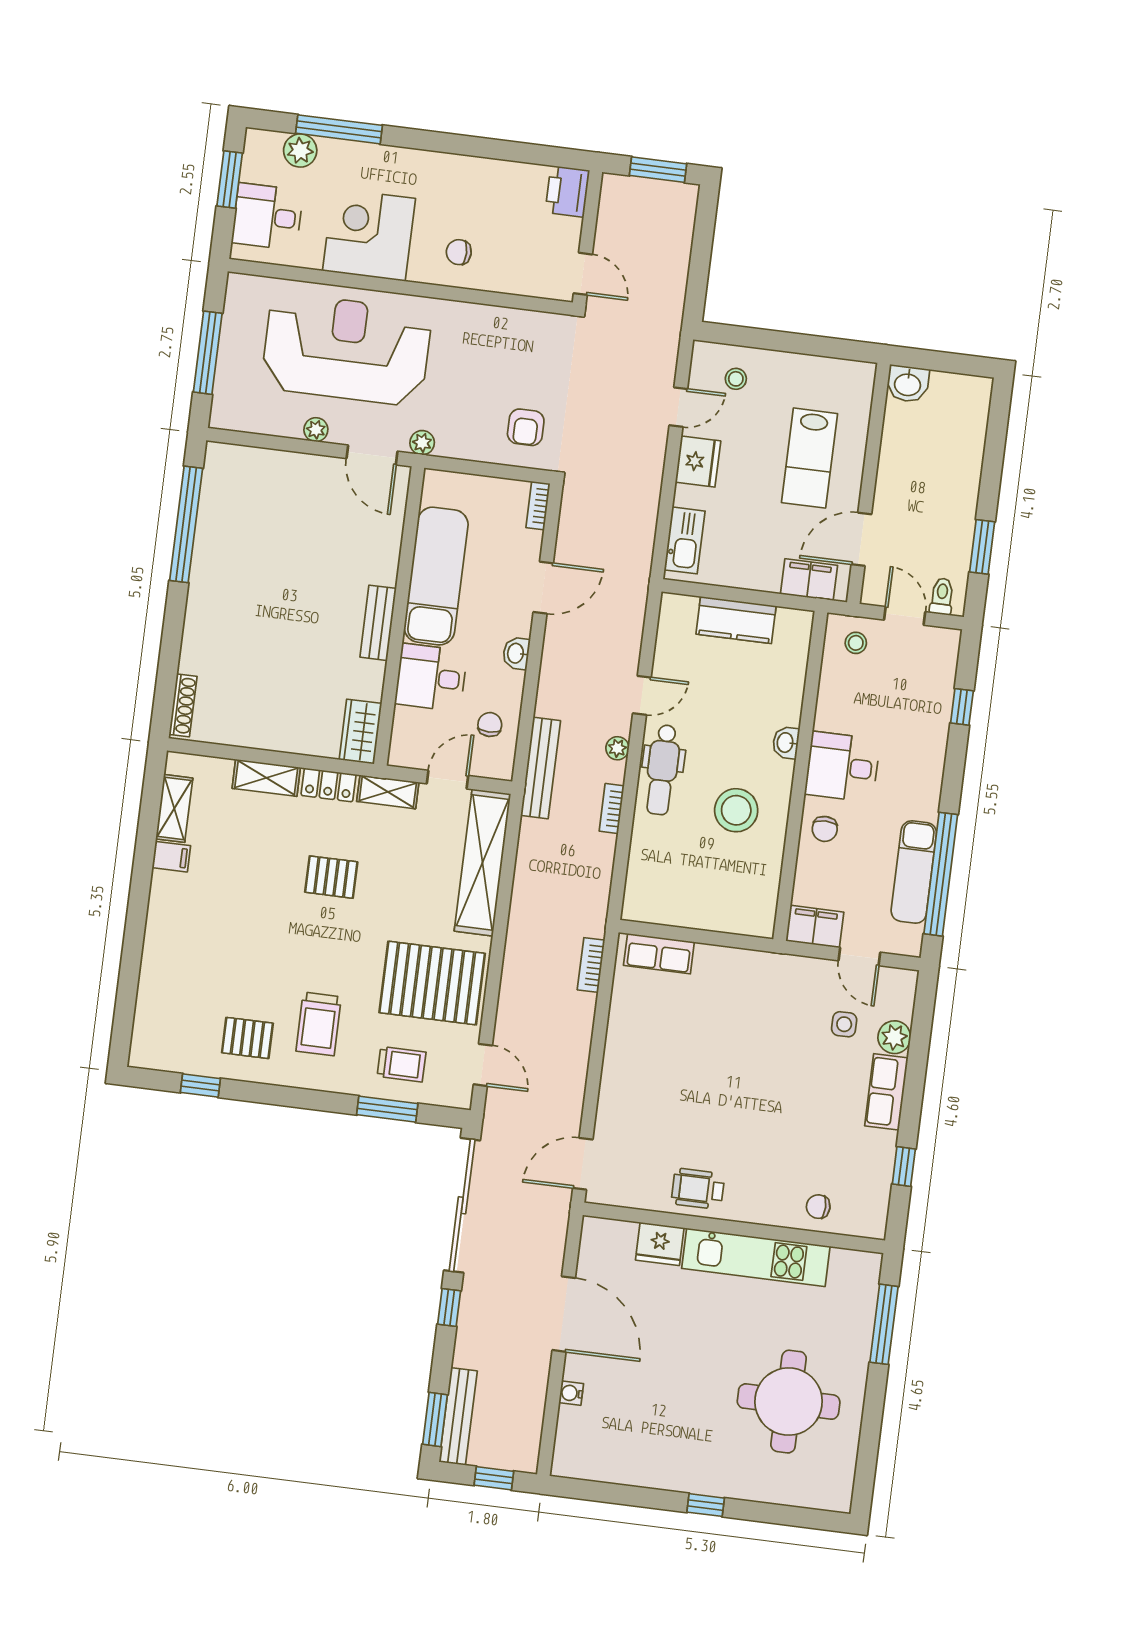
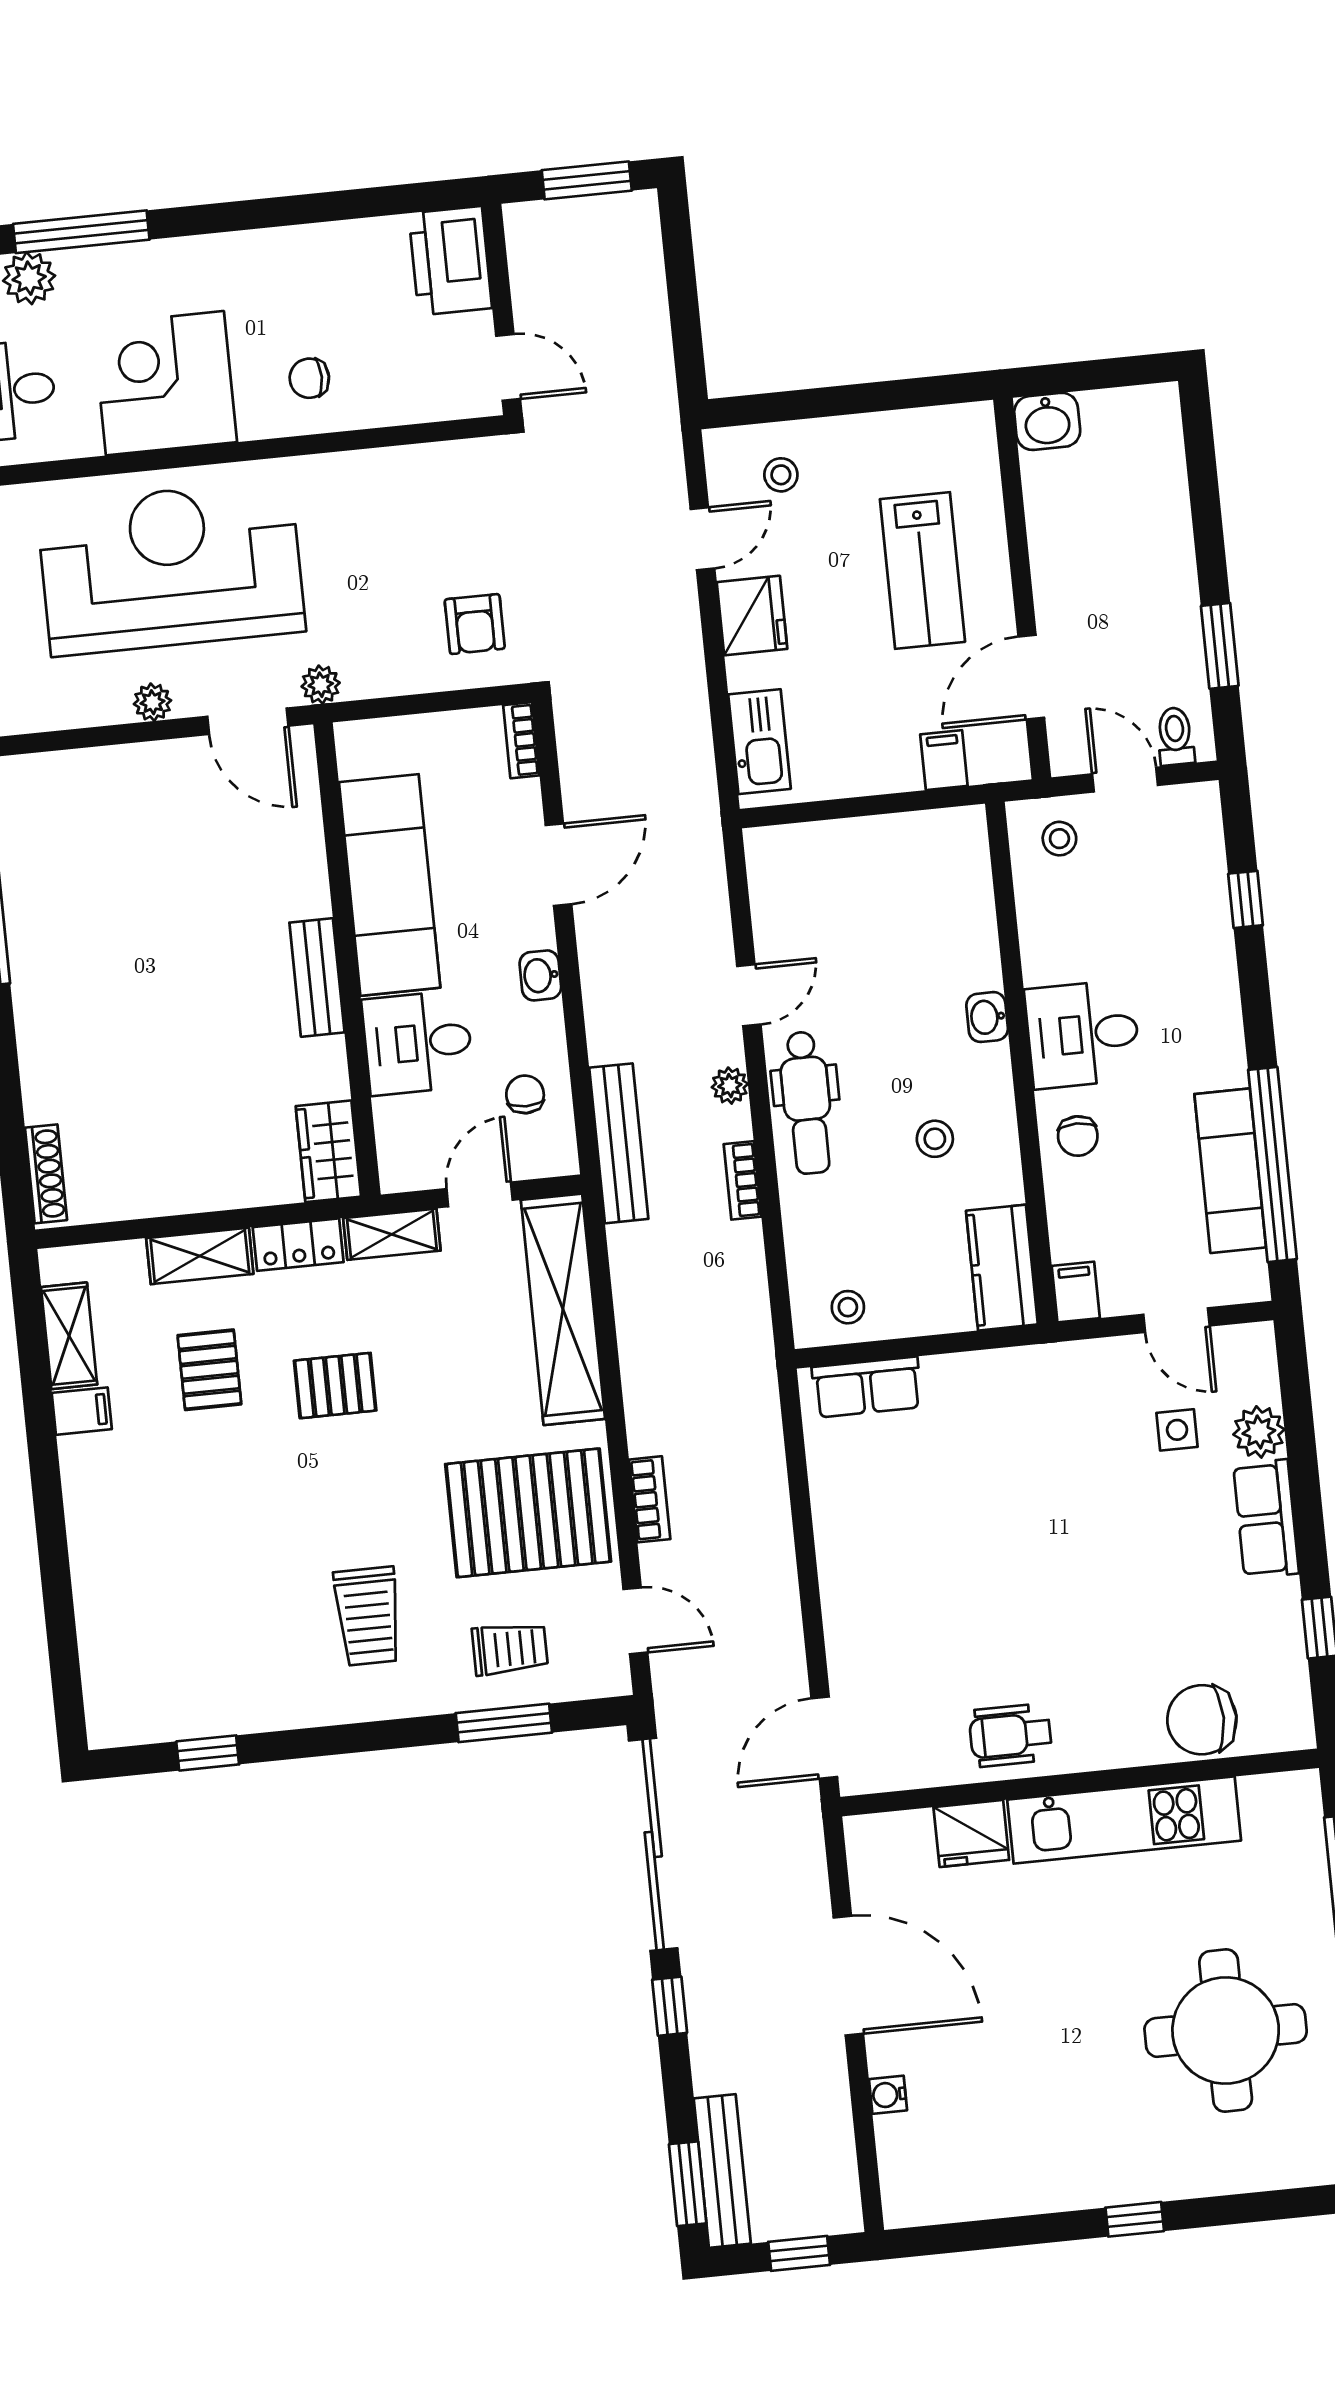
printer: (567, 191) -> (450, 261), width x1.37, depth x1.19
filing cabinet: (809, 580) -> (944, 760), width x0.50
kitchen counter: (736, 620) -> (1002, 1268), moved, turned 90
stool: (736, 810) -> (935, 1139), width x0.53, depth x0.53
stool: (659, 902) -> (848, 1307), added
filing cabinet: (815, 926) -> (1076, 1292), width x0.50
bookcase: (591, 965) -> (650, 1499), moved, turned 180
pallet: (247, 1038) -> (209, 1370), moved, turned 90
chair: (818, 1207) -> (1202, 1720), width x1.87, depth x1.87

